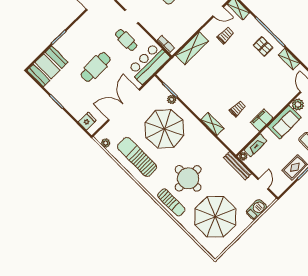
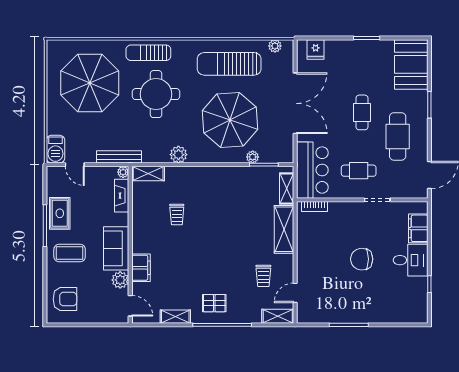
cafe table: (90, 38) -> (398, 136), added
cafe table: (96, 67) -> (362, 112), width x0.73, depth x0.74
shelving: (171, 67) -> (287, 189), added
filing cabinet: (262, 120) -> (141, 268), moved
shelving: (212, 124) -> (148, 174), moved
plant: (207, 137) -> (178, 155), added
sun lounger: (137, 157) -> (229, 64), turned 180
barbecue: (256, 210) -> (55, 149), moved

